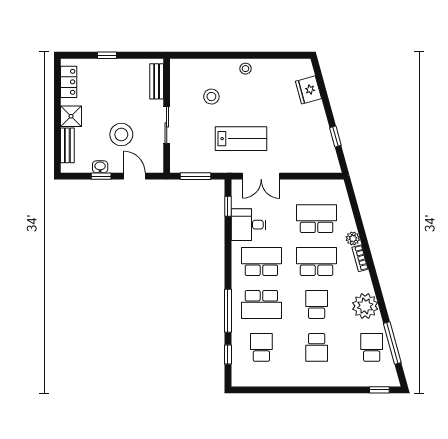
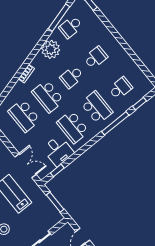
plant: (353, 238) -> (19, 87), removed
school desk: (261, 347) -> (120, 88), turned 180

